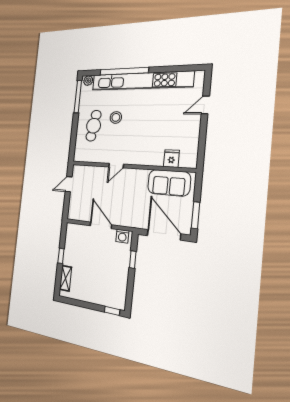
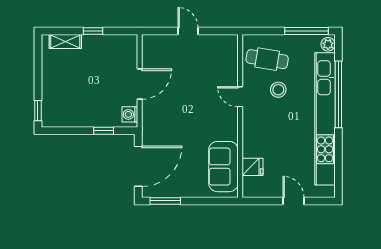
fridge: (171, 159) -> (252, 167), moved
door: (116, 166) -> (240, 97), moved
wall: (130, 166) -> (240, 116), moved
sofa: (169, 183) -> (223, 167), moved

